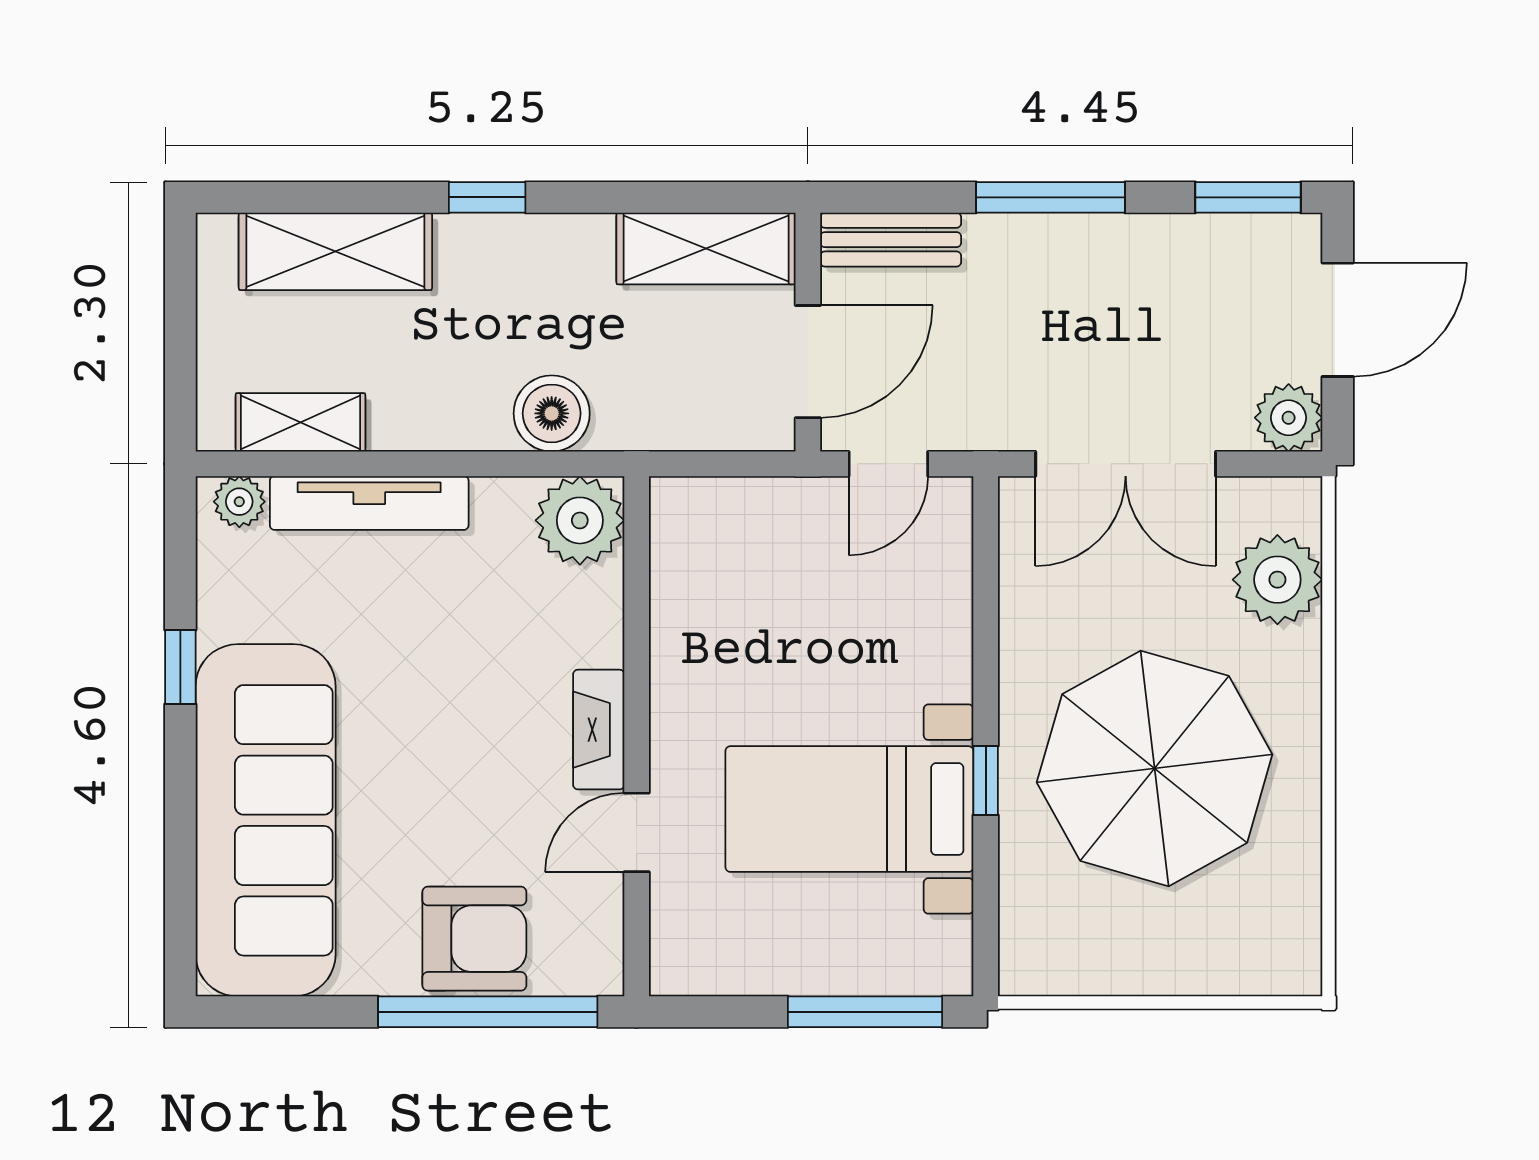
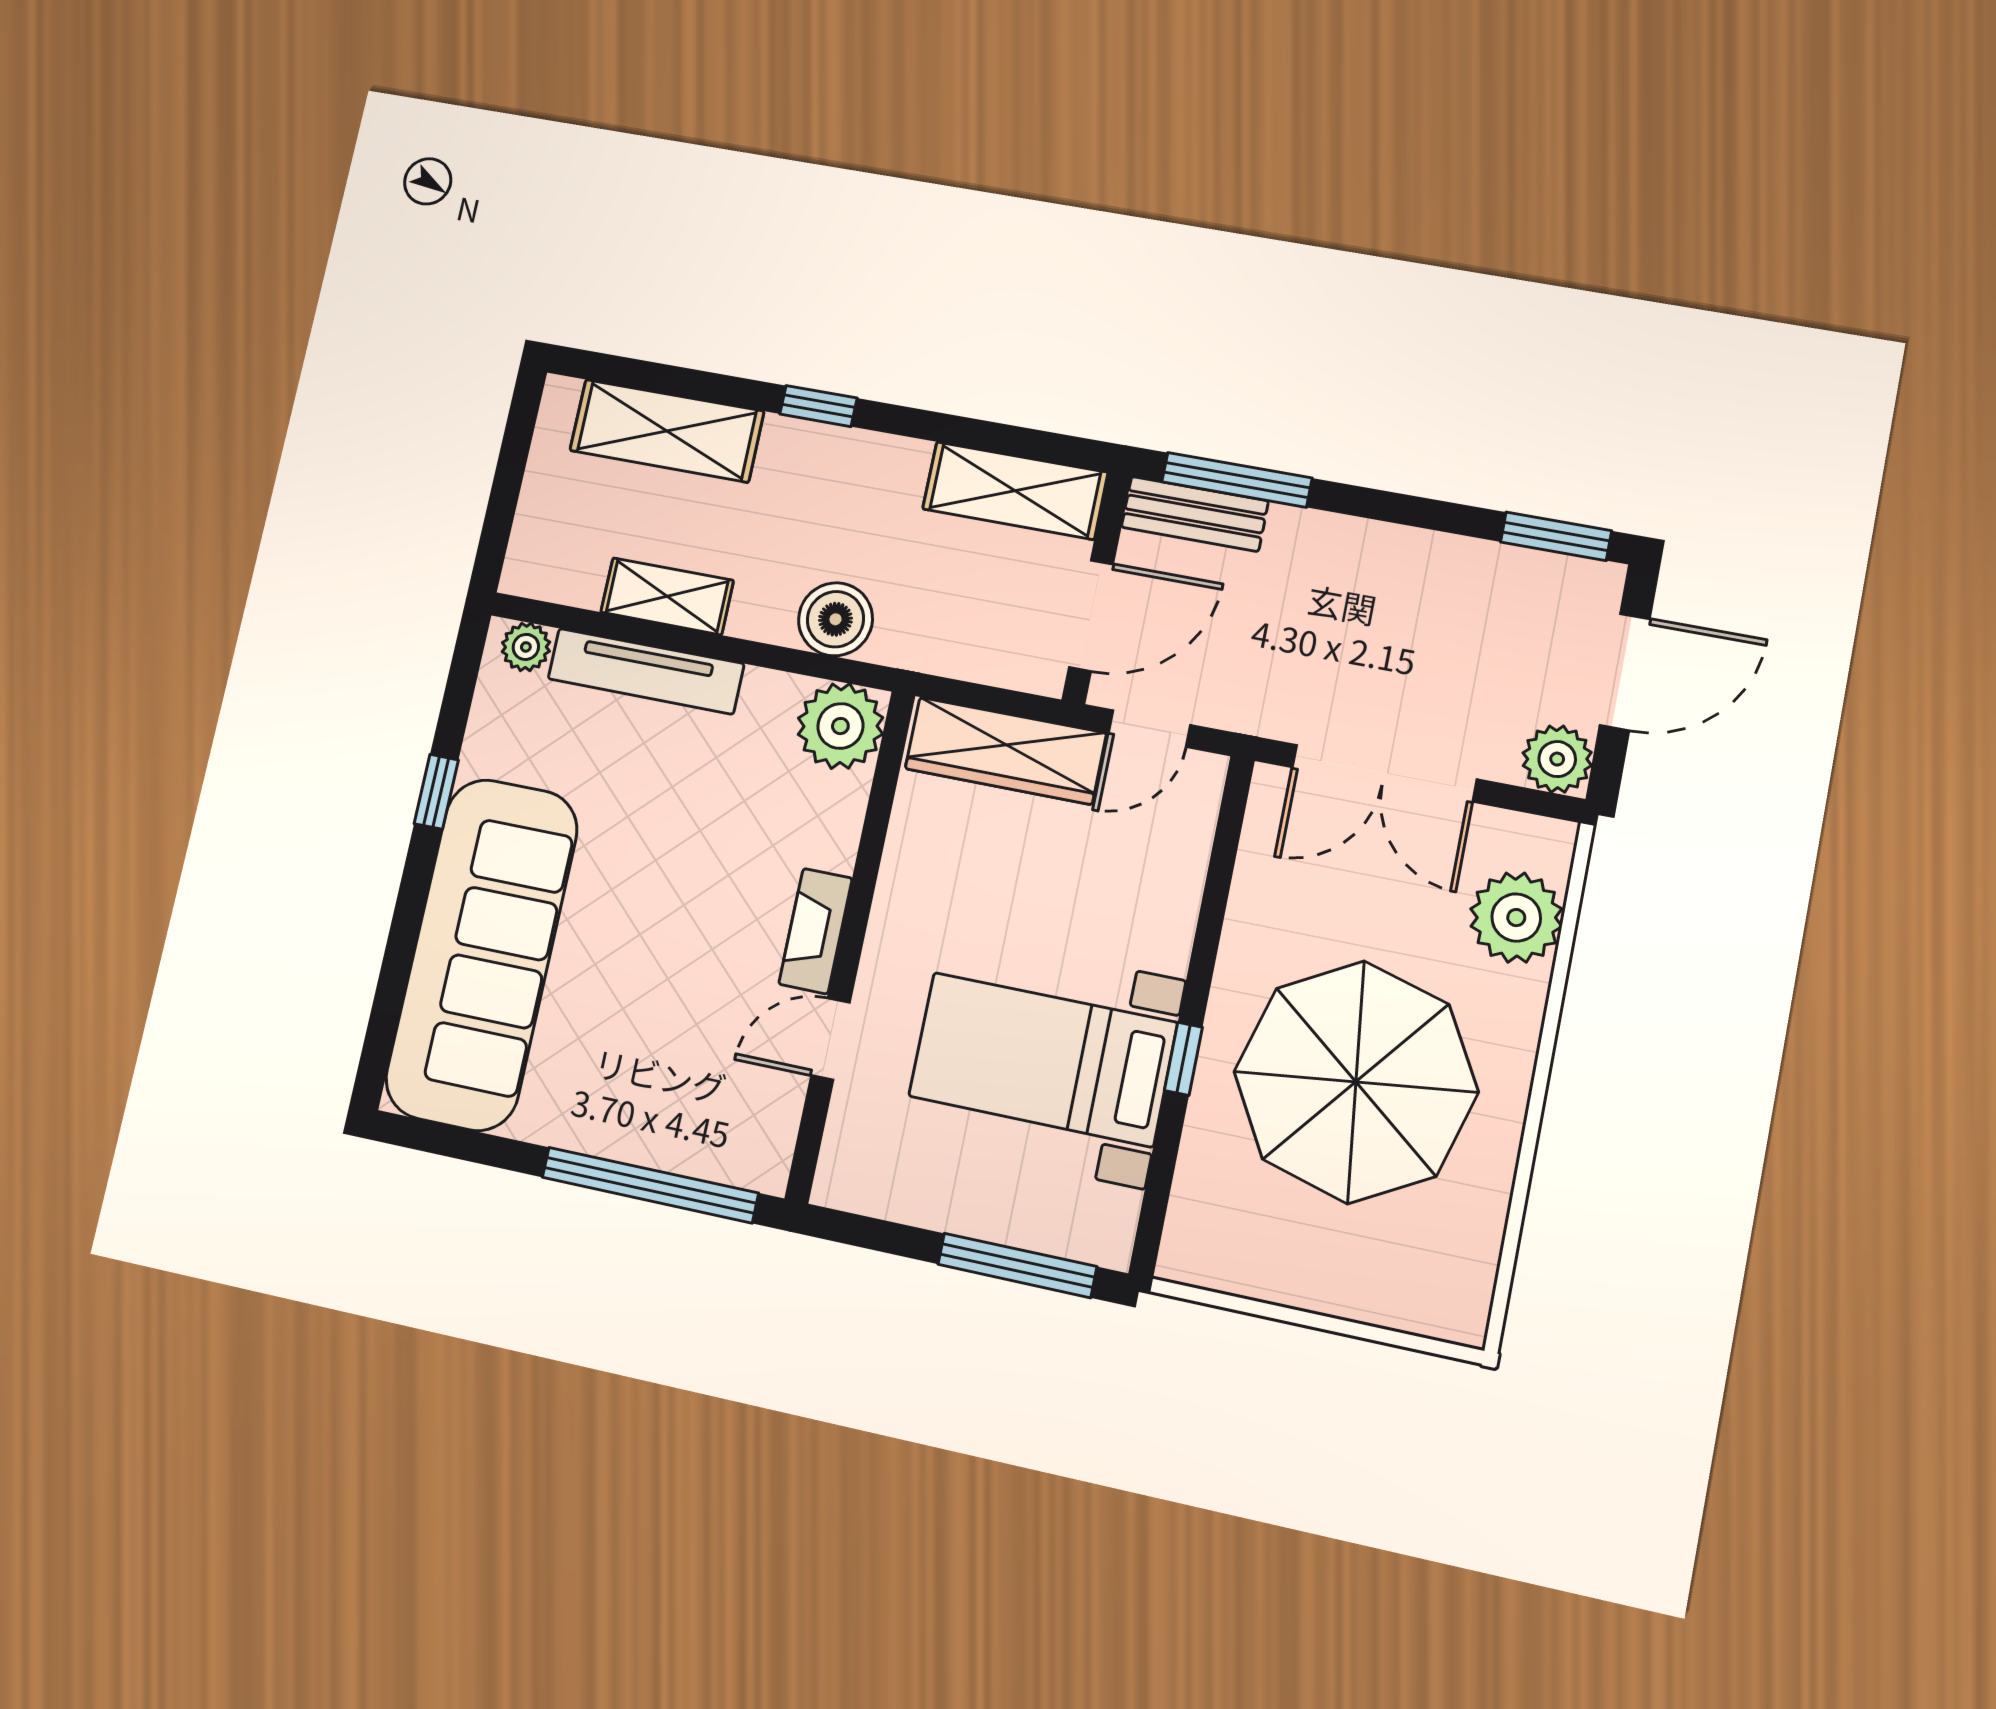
window: (1051, 197) -> (1237, 480), moved
shelving: (300, 422) -> (667, 596), moved
wardrobe: (751, 513) -> (1006, 751), added
armchair: (474, 939) -> (653, 1110), removed

